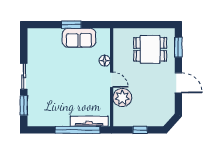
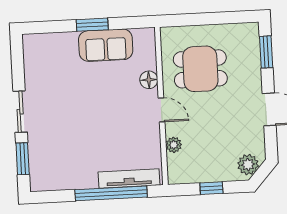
dining table: (150, 49) -> (200, 69), moved
plant: (122, 97) -> (174, 145), width x0.53, depth x0.53
plant: (163, 116) -> (248, 165), added

